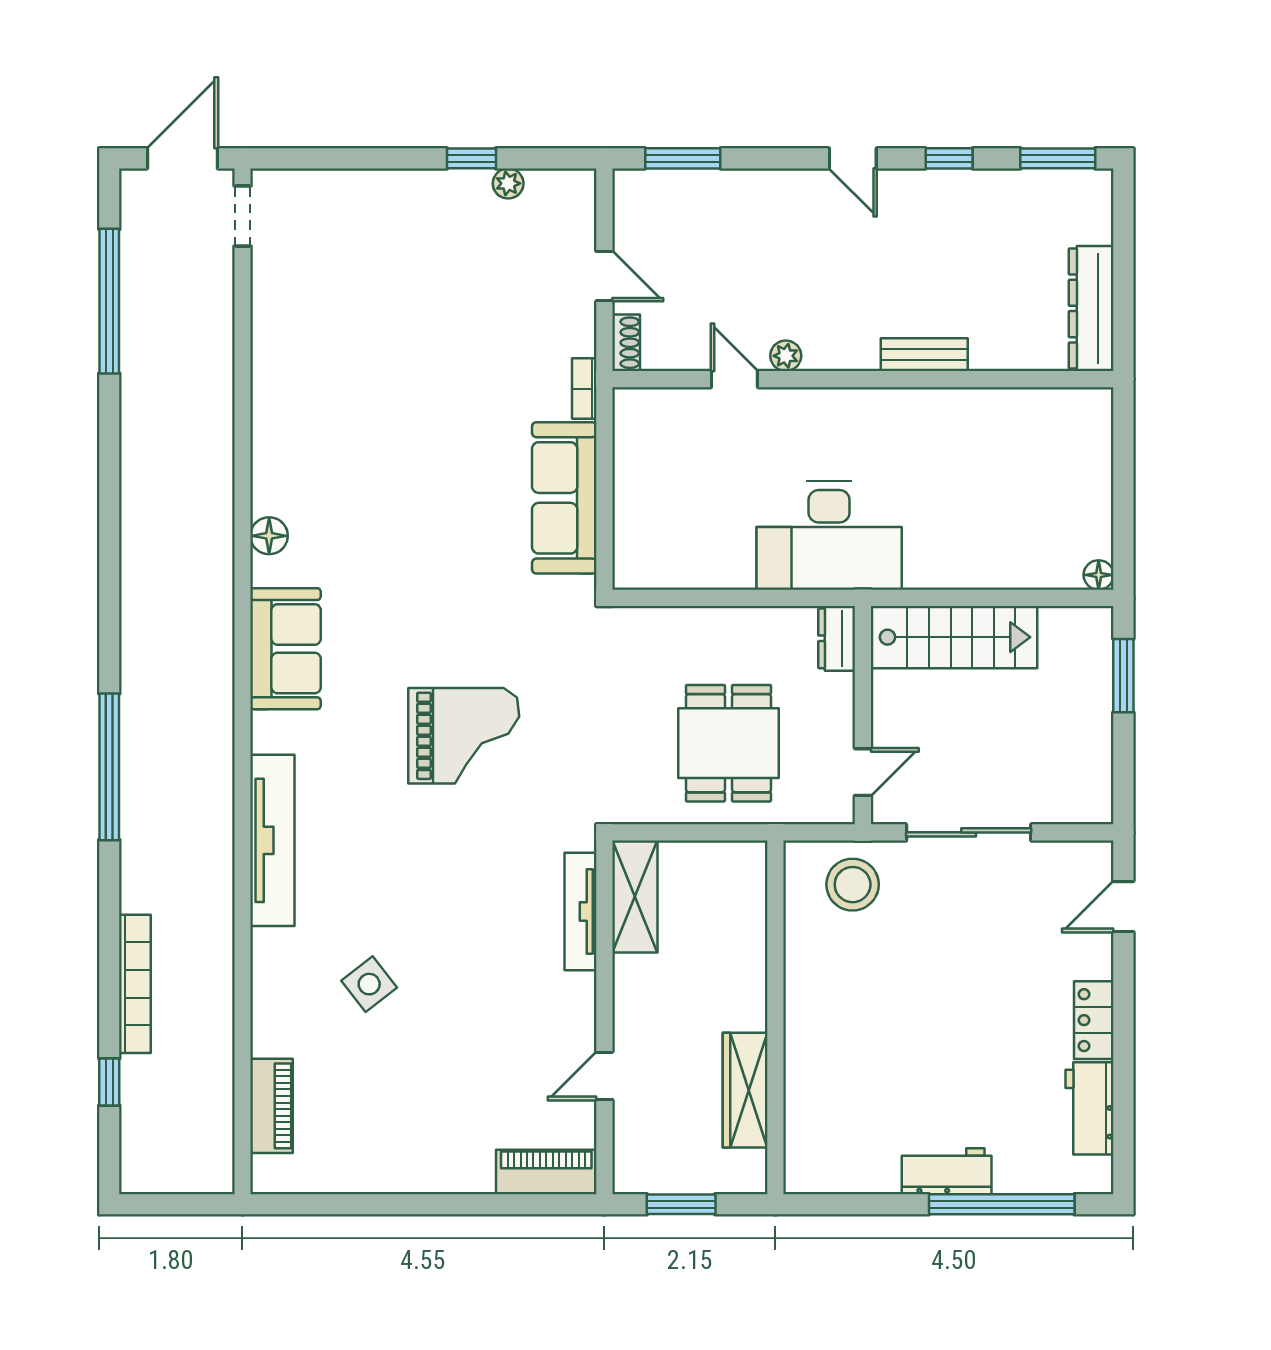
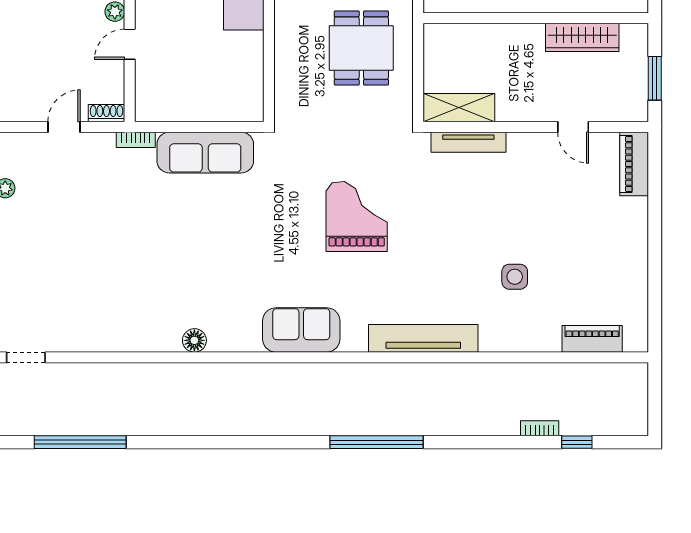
floor lamp: (269, 536) -> (194, 340), moved
dining table: (728, 743) -> (361, 48), turned 90
bookcase: (135, 984) -> (540, 428), width x0.43, depth x0.76
side table: (369, 984) -> (515, 277), turned 38

